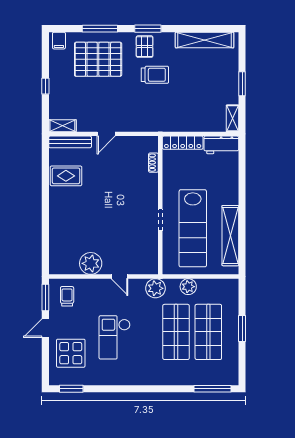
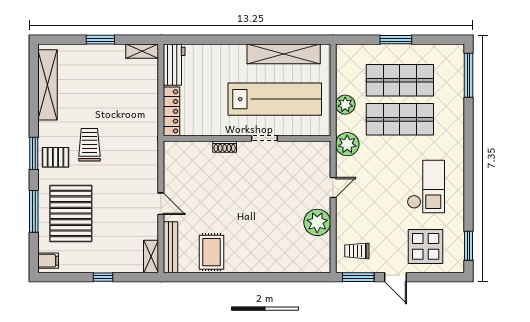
shoe rack: (153, 163) -> (225, 147), moved
checkout: (115, 337) -> (426, 186), moved, turned -90

